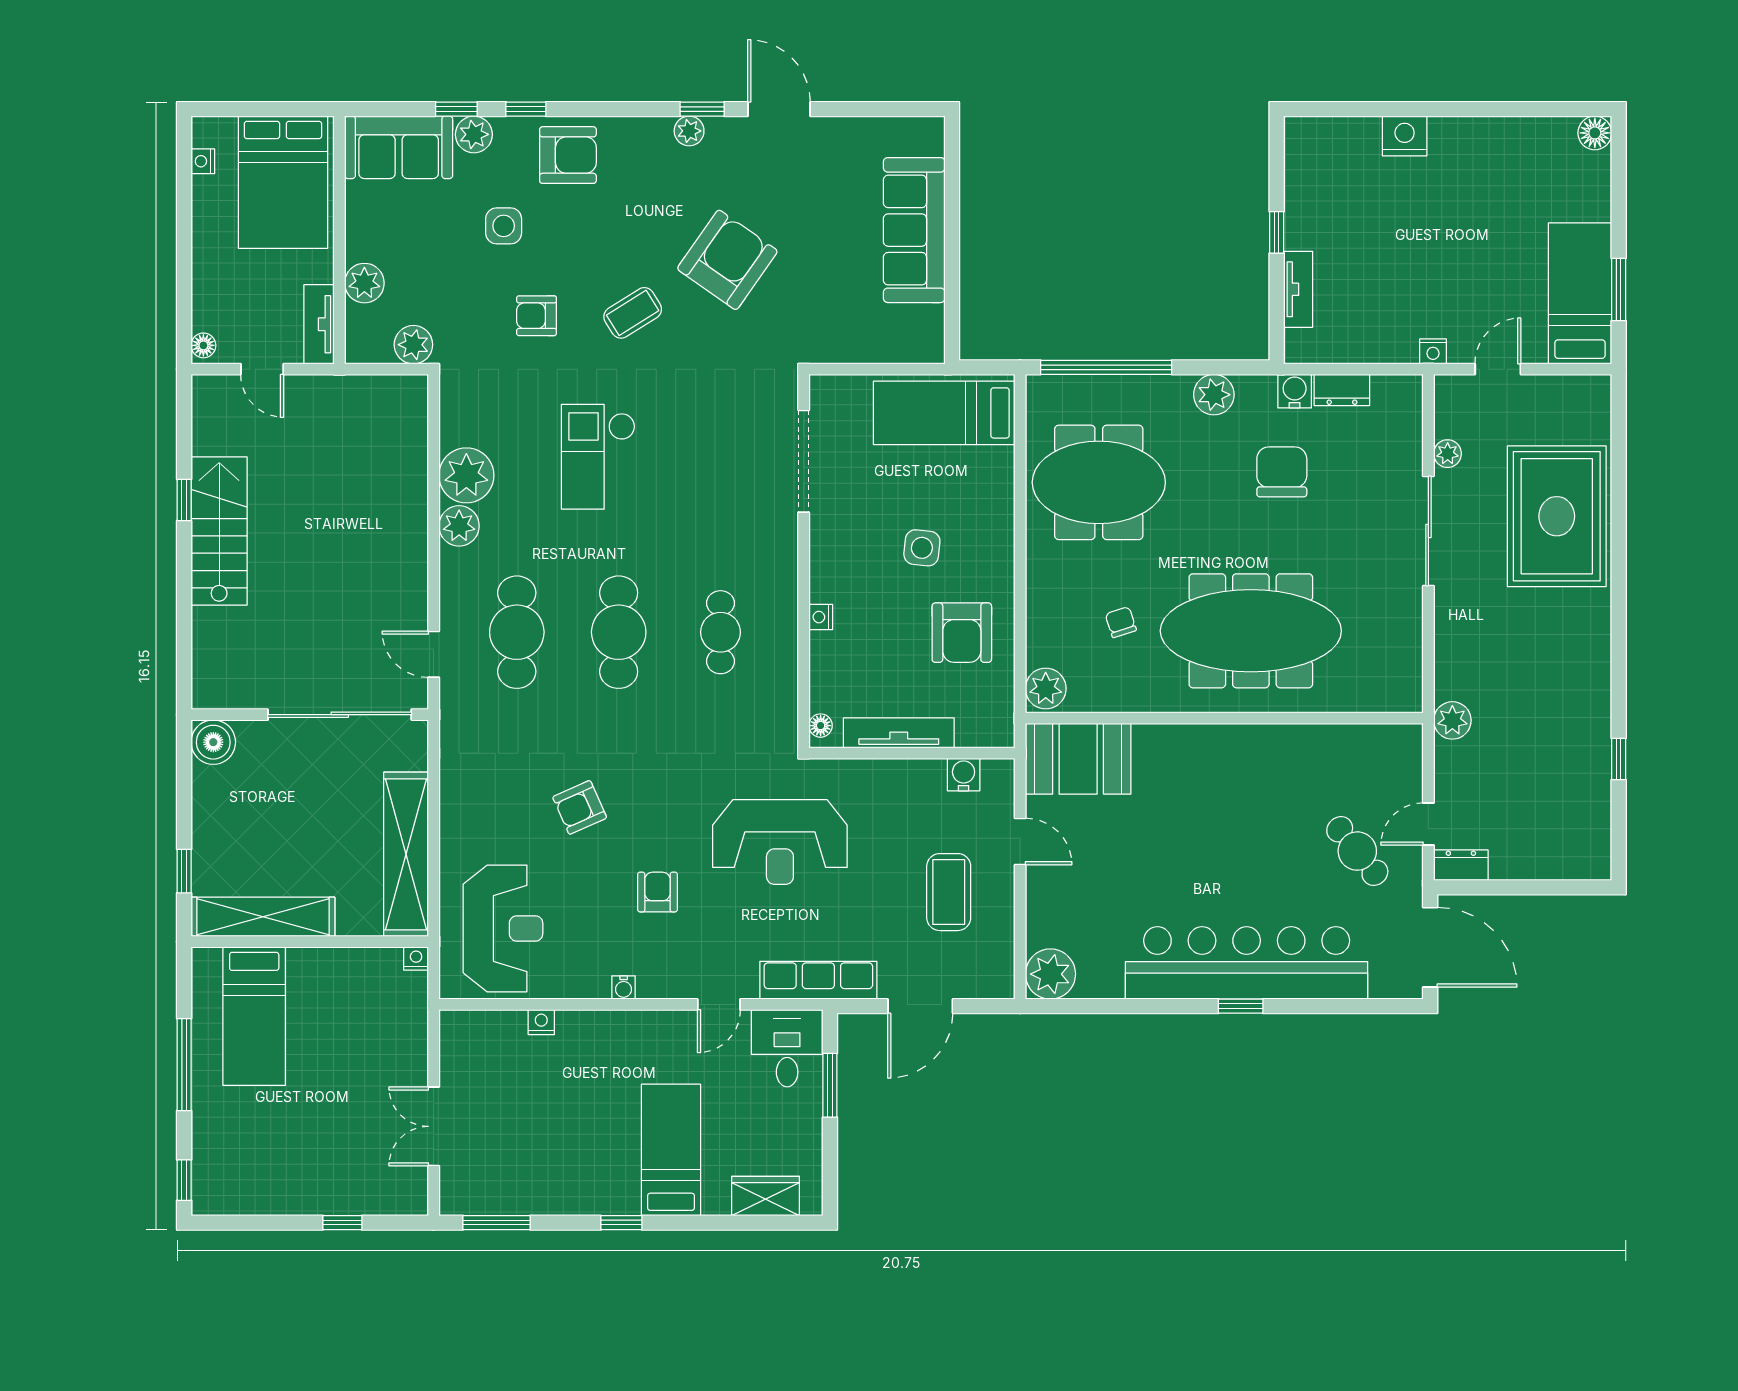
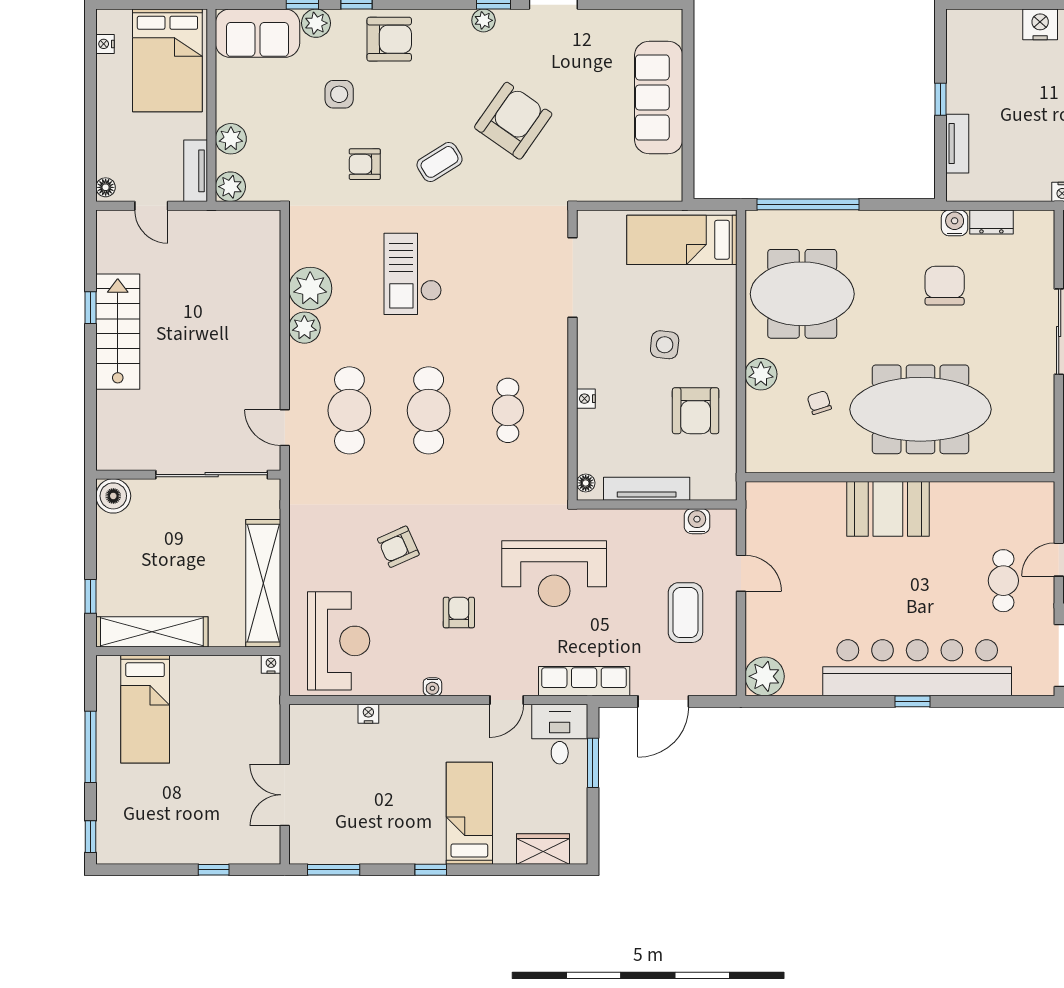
plant: (413, 345) -> (230, 187), moved
plant: (1214, 395) -> (892, 226), removed
plant: (1046, 689) -> (761, 374), moved
booth: (1078, 759) -> (888, 509), moved
cafe table: (1357, 851) -> (1003, 581), turned 39

